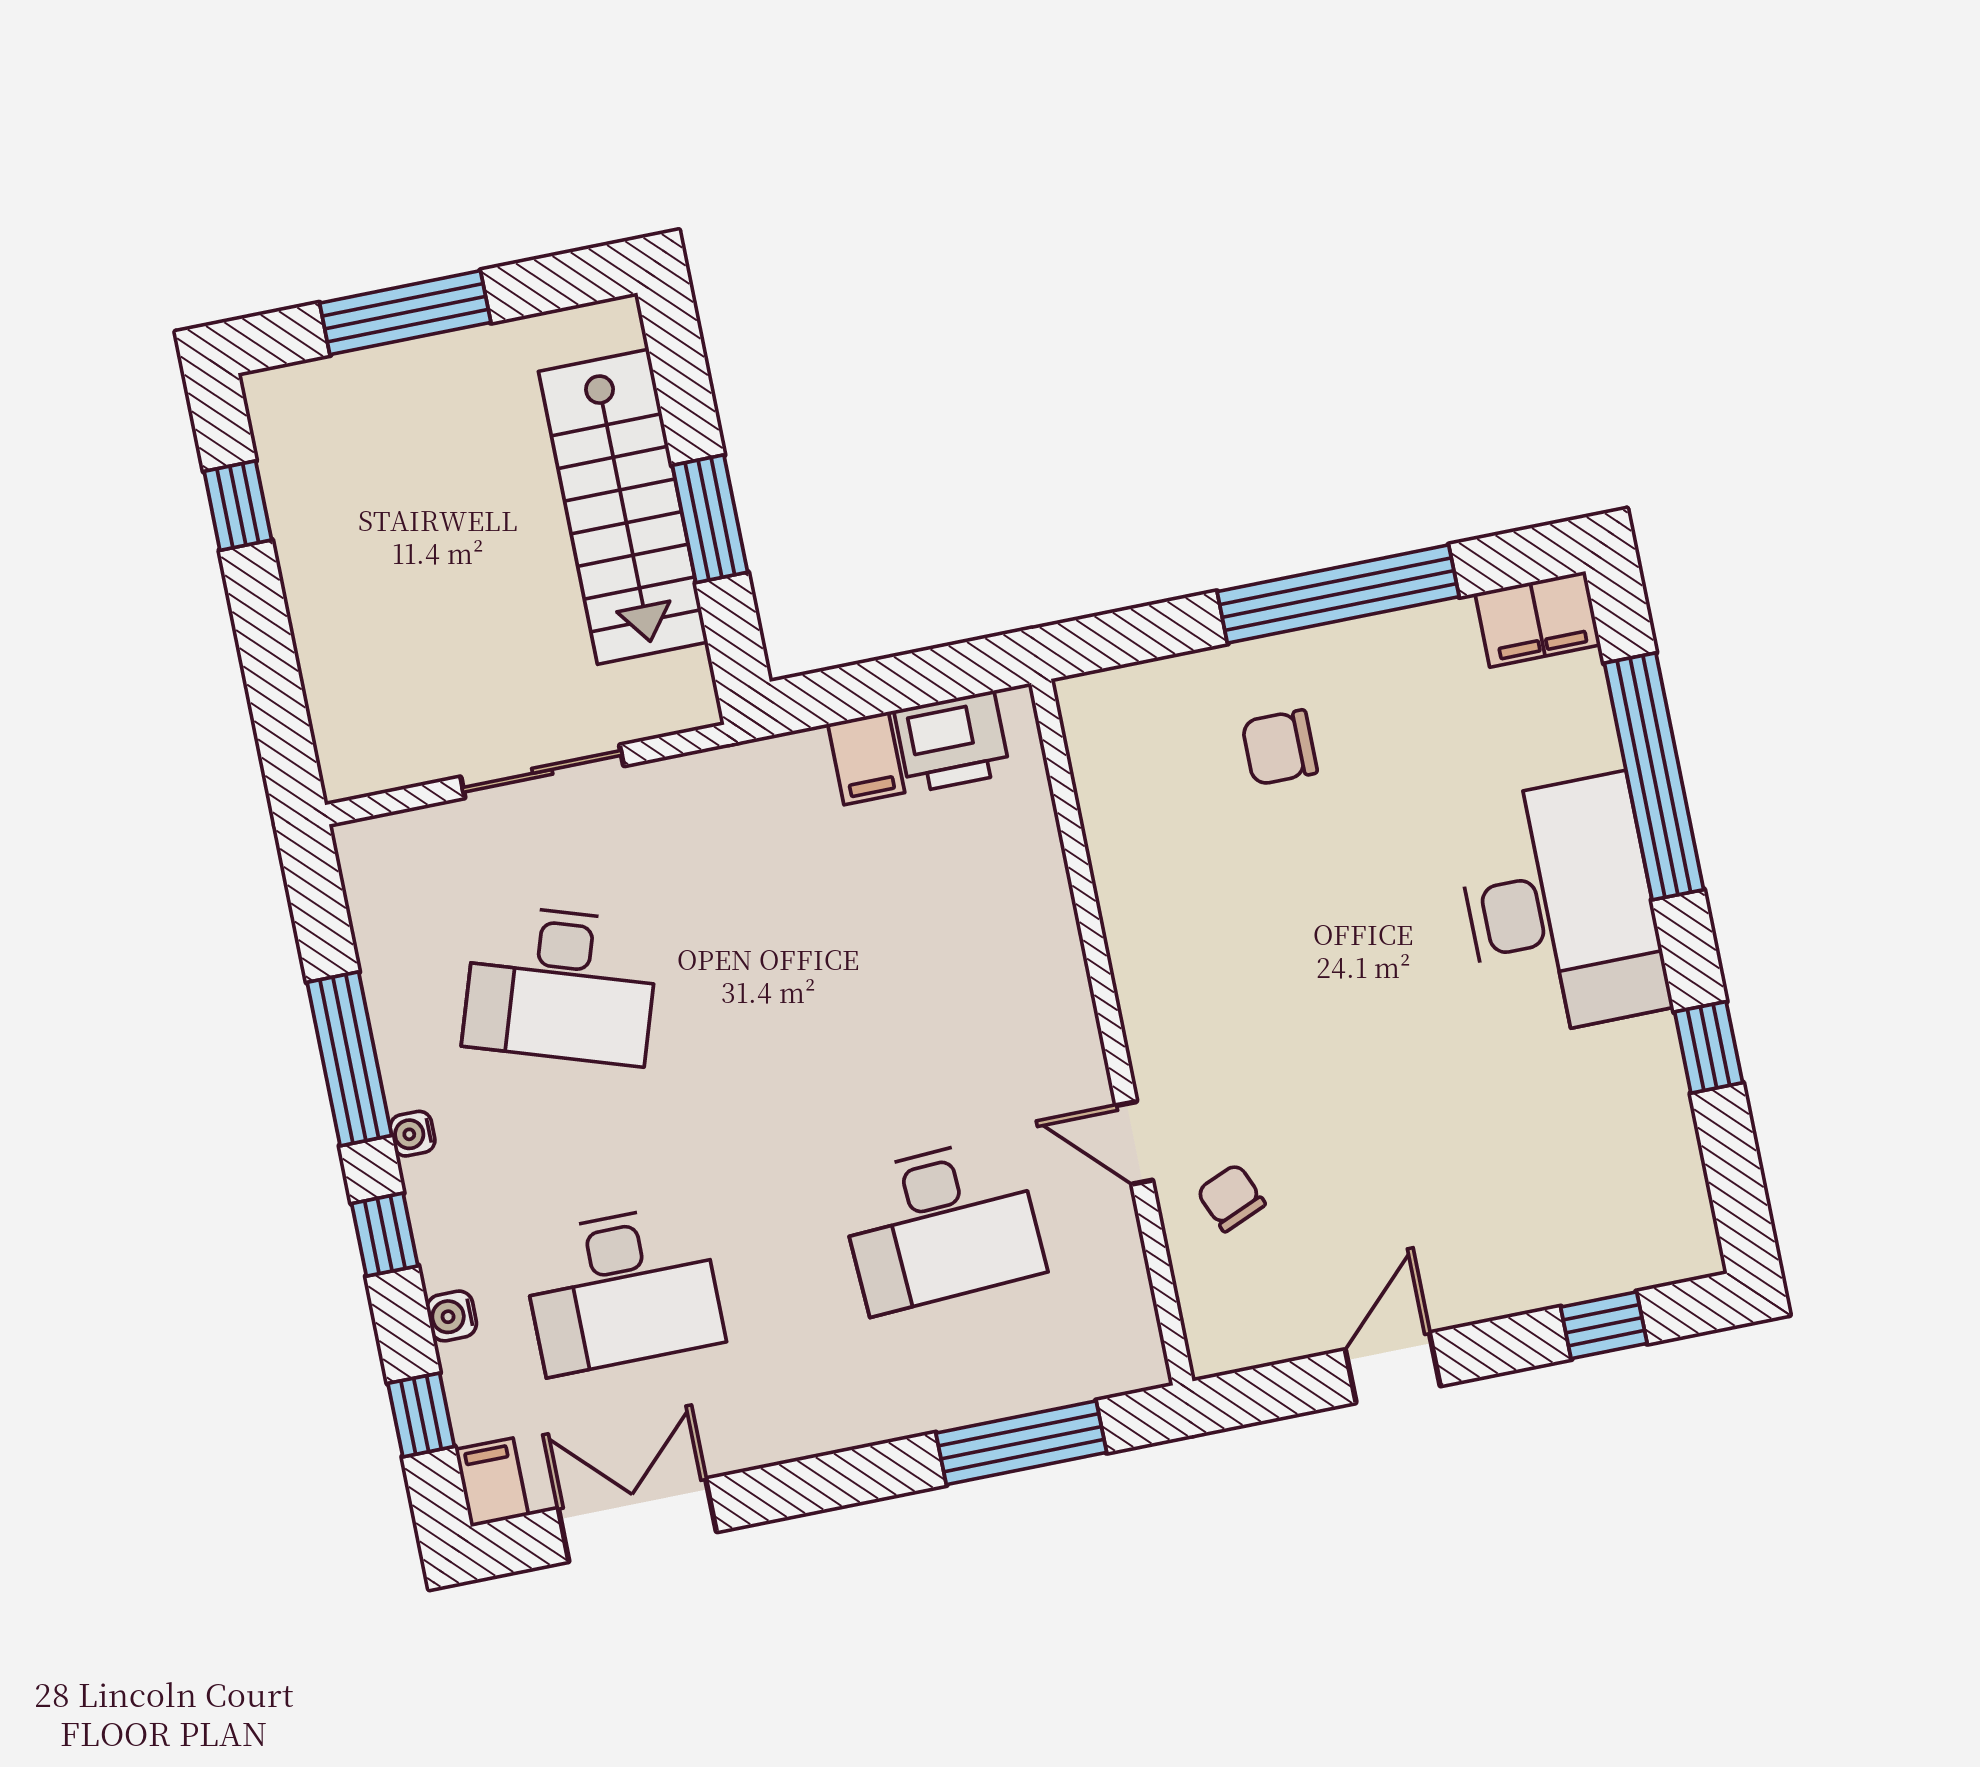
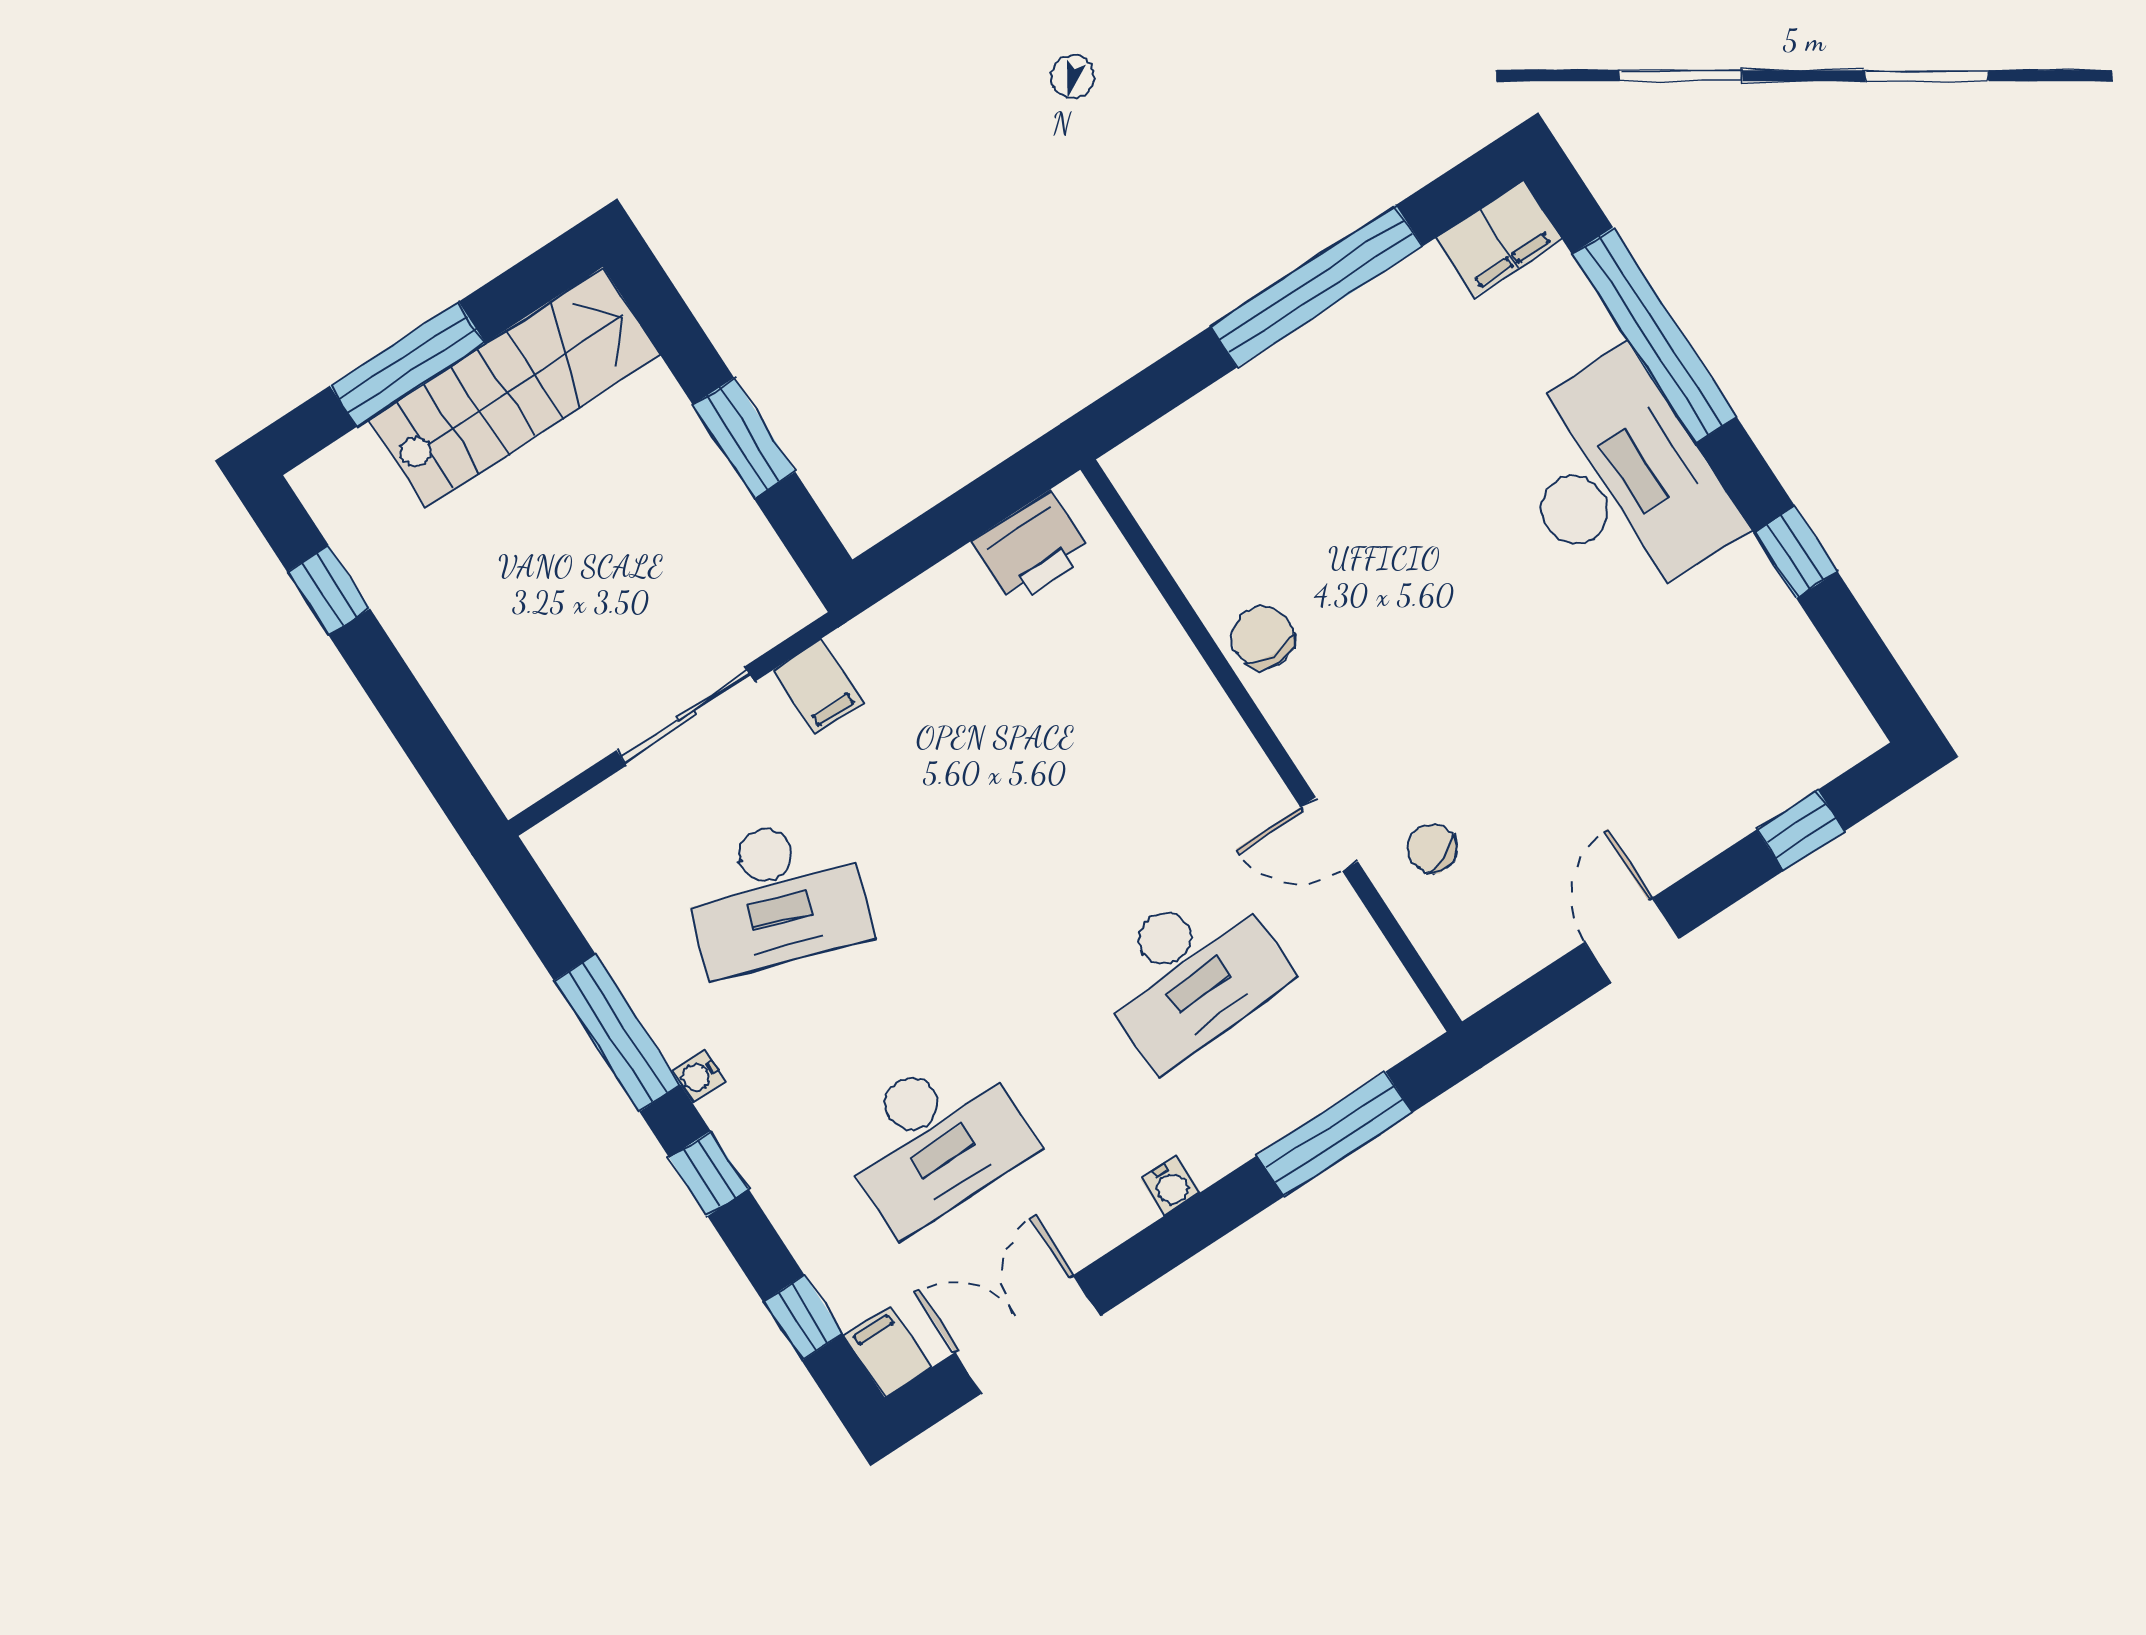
stairs: (623, 507) -> (514, 387), moved, turned -90
chair: (1279, 747) -> (1263, 638), moved, turned 90
filing cabinet: (866, 758) -> (818, 687), moved
water cooler: (452, 1316) -> (1171, 1186), moved, turned -90

